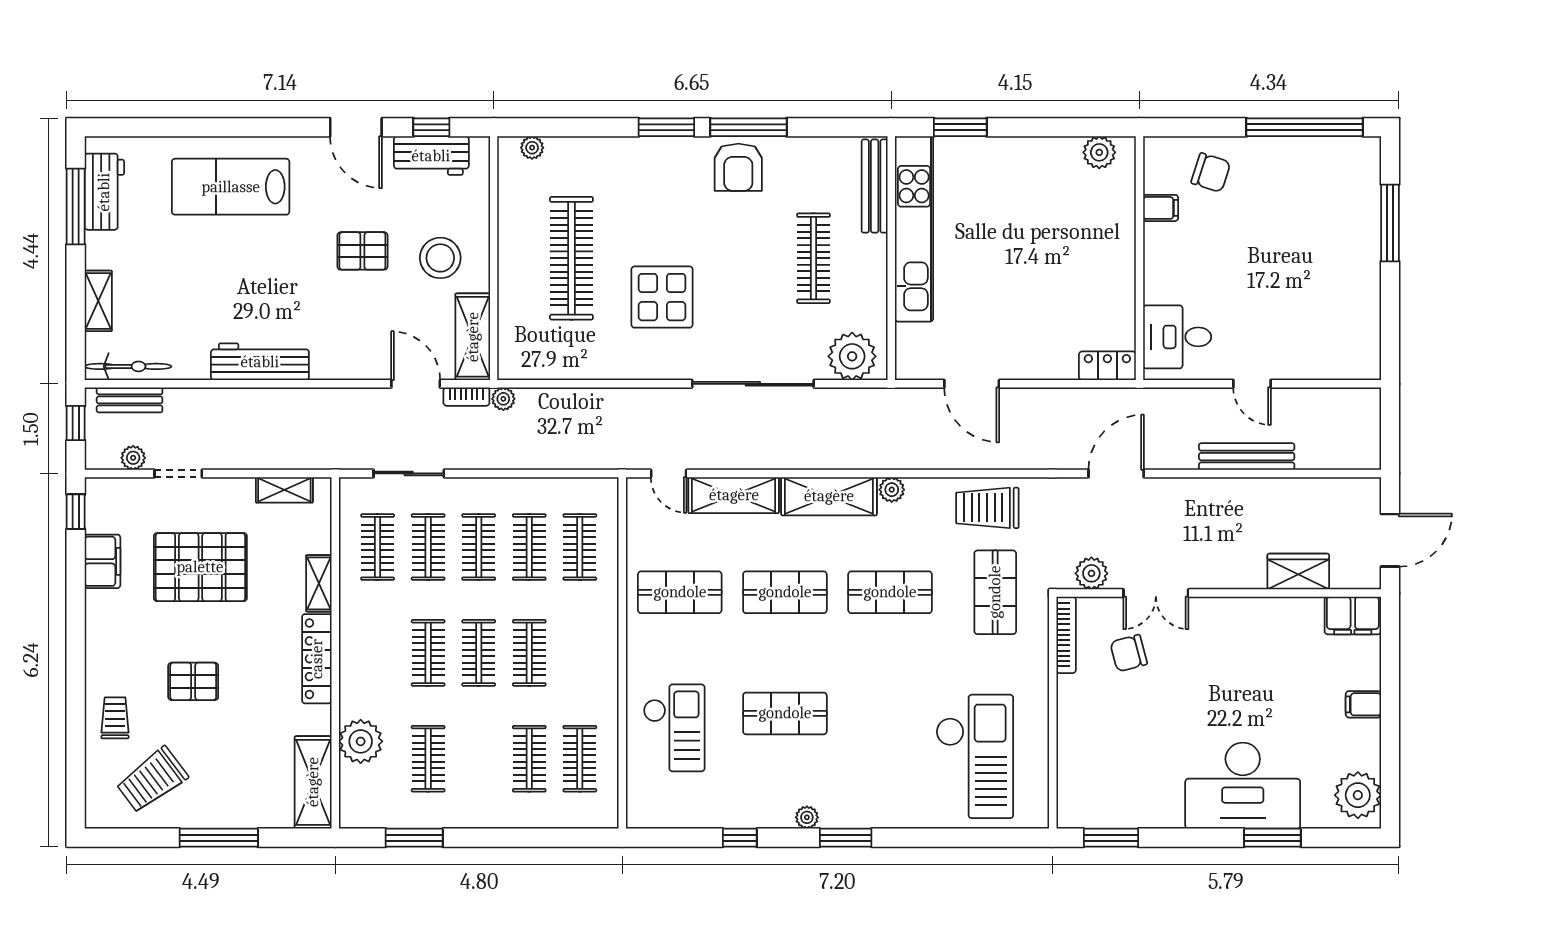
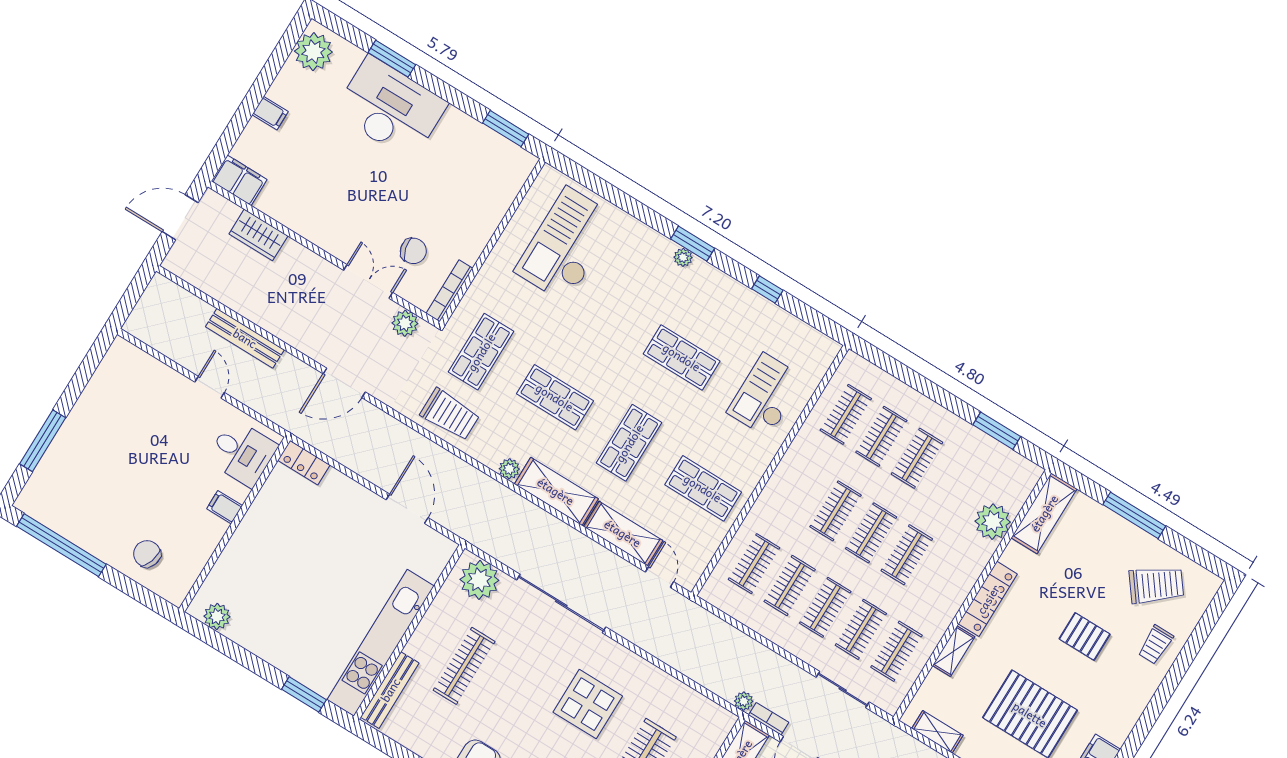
filing cabinet: (1161, 208) -> (225, 507), moved
shop shelf: (785, 592) -> (629, 443), turned 90
clothes rail: (428, 759) -> (917, 458), moved
plant: (807, 817) -> (683, 257), moved

